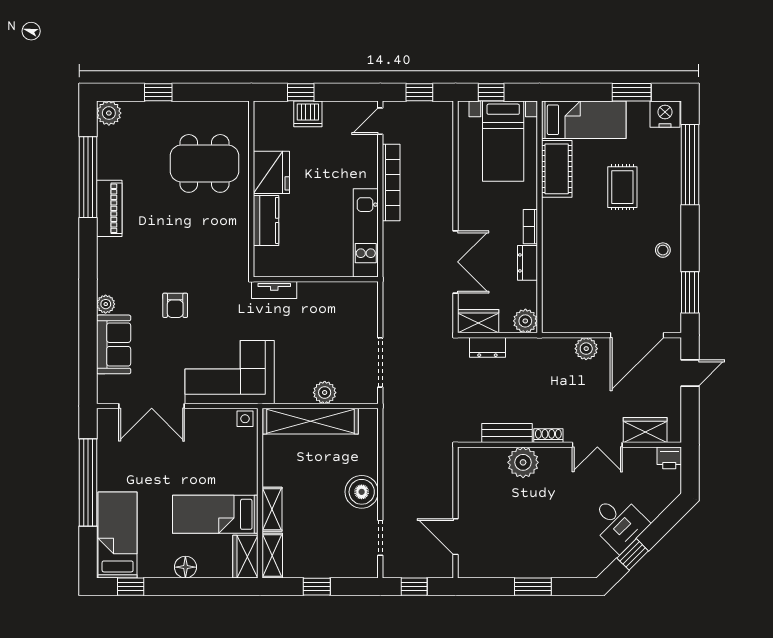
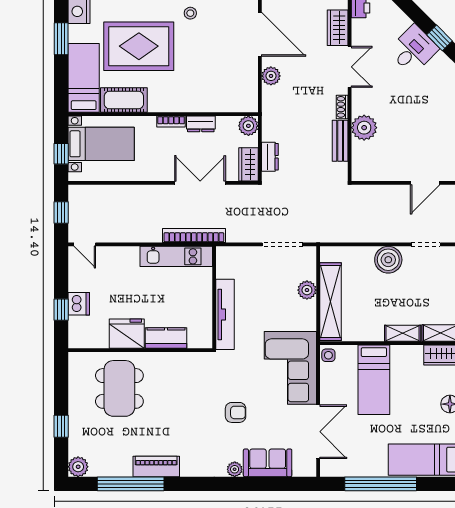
bookcase: (391, 182) -> (194, 236), moved
rug: (622, 187) -> (139, 46), width x1.86, depth x2.06
tv unit: (274, 290) -> (225, 314), width x1.92, depth x1.29
bed: (215, 514) -> (374, 380), moved

